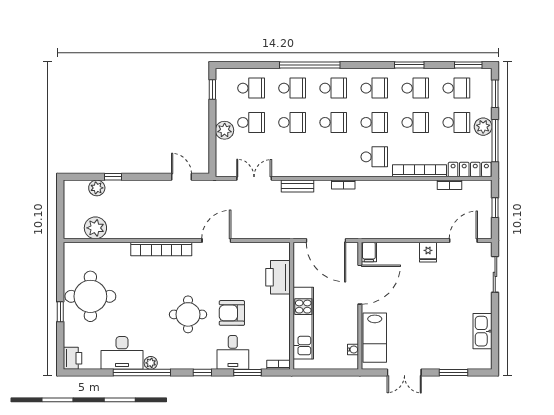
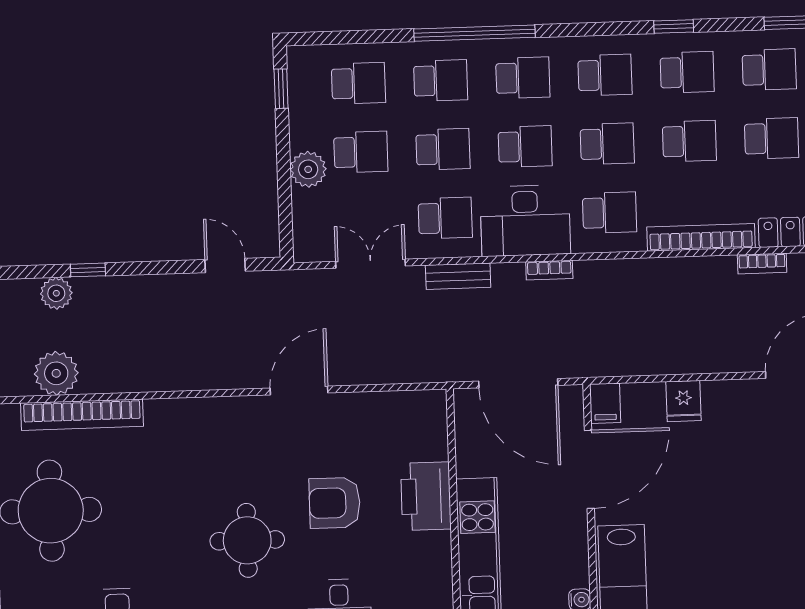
window: (409, 65) -> (674, 26), width x0.67
school desk: (292, 157) -> (445, 218), added
desk: (332, 159) -> (525, 221), added
bookcase: (161, 249) -> (82, 415), moved
fridge: (428, 252) -> (684, 401), moved
printer: (278, 277) -> (426, 496), moved
armchair: (232, 313) -> (335, 503), moved

